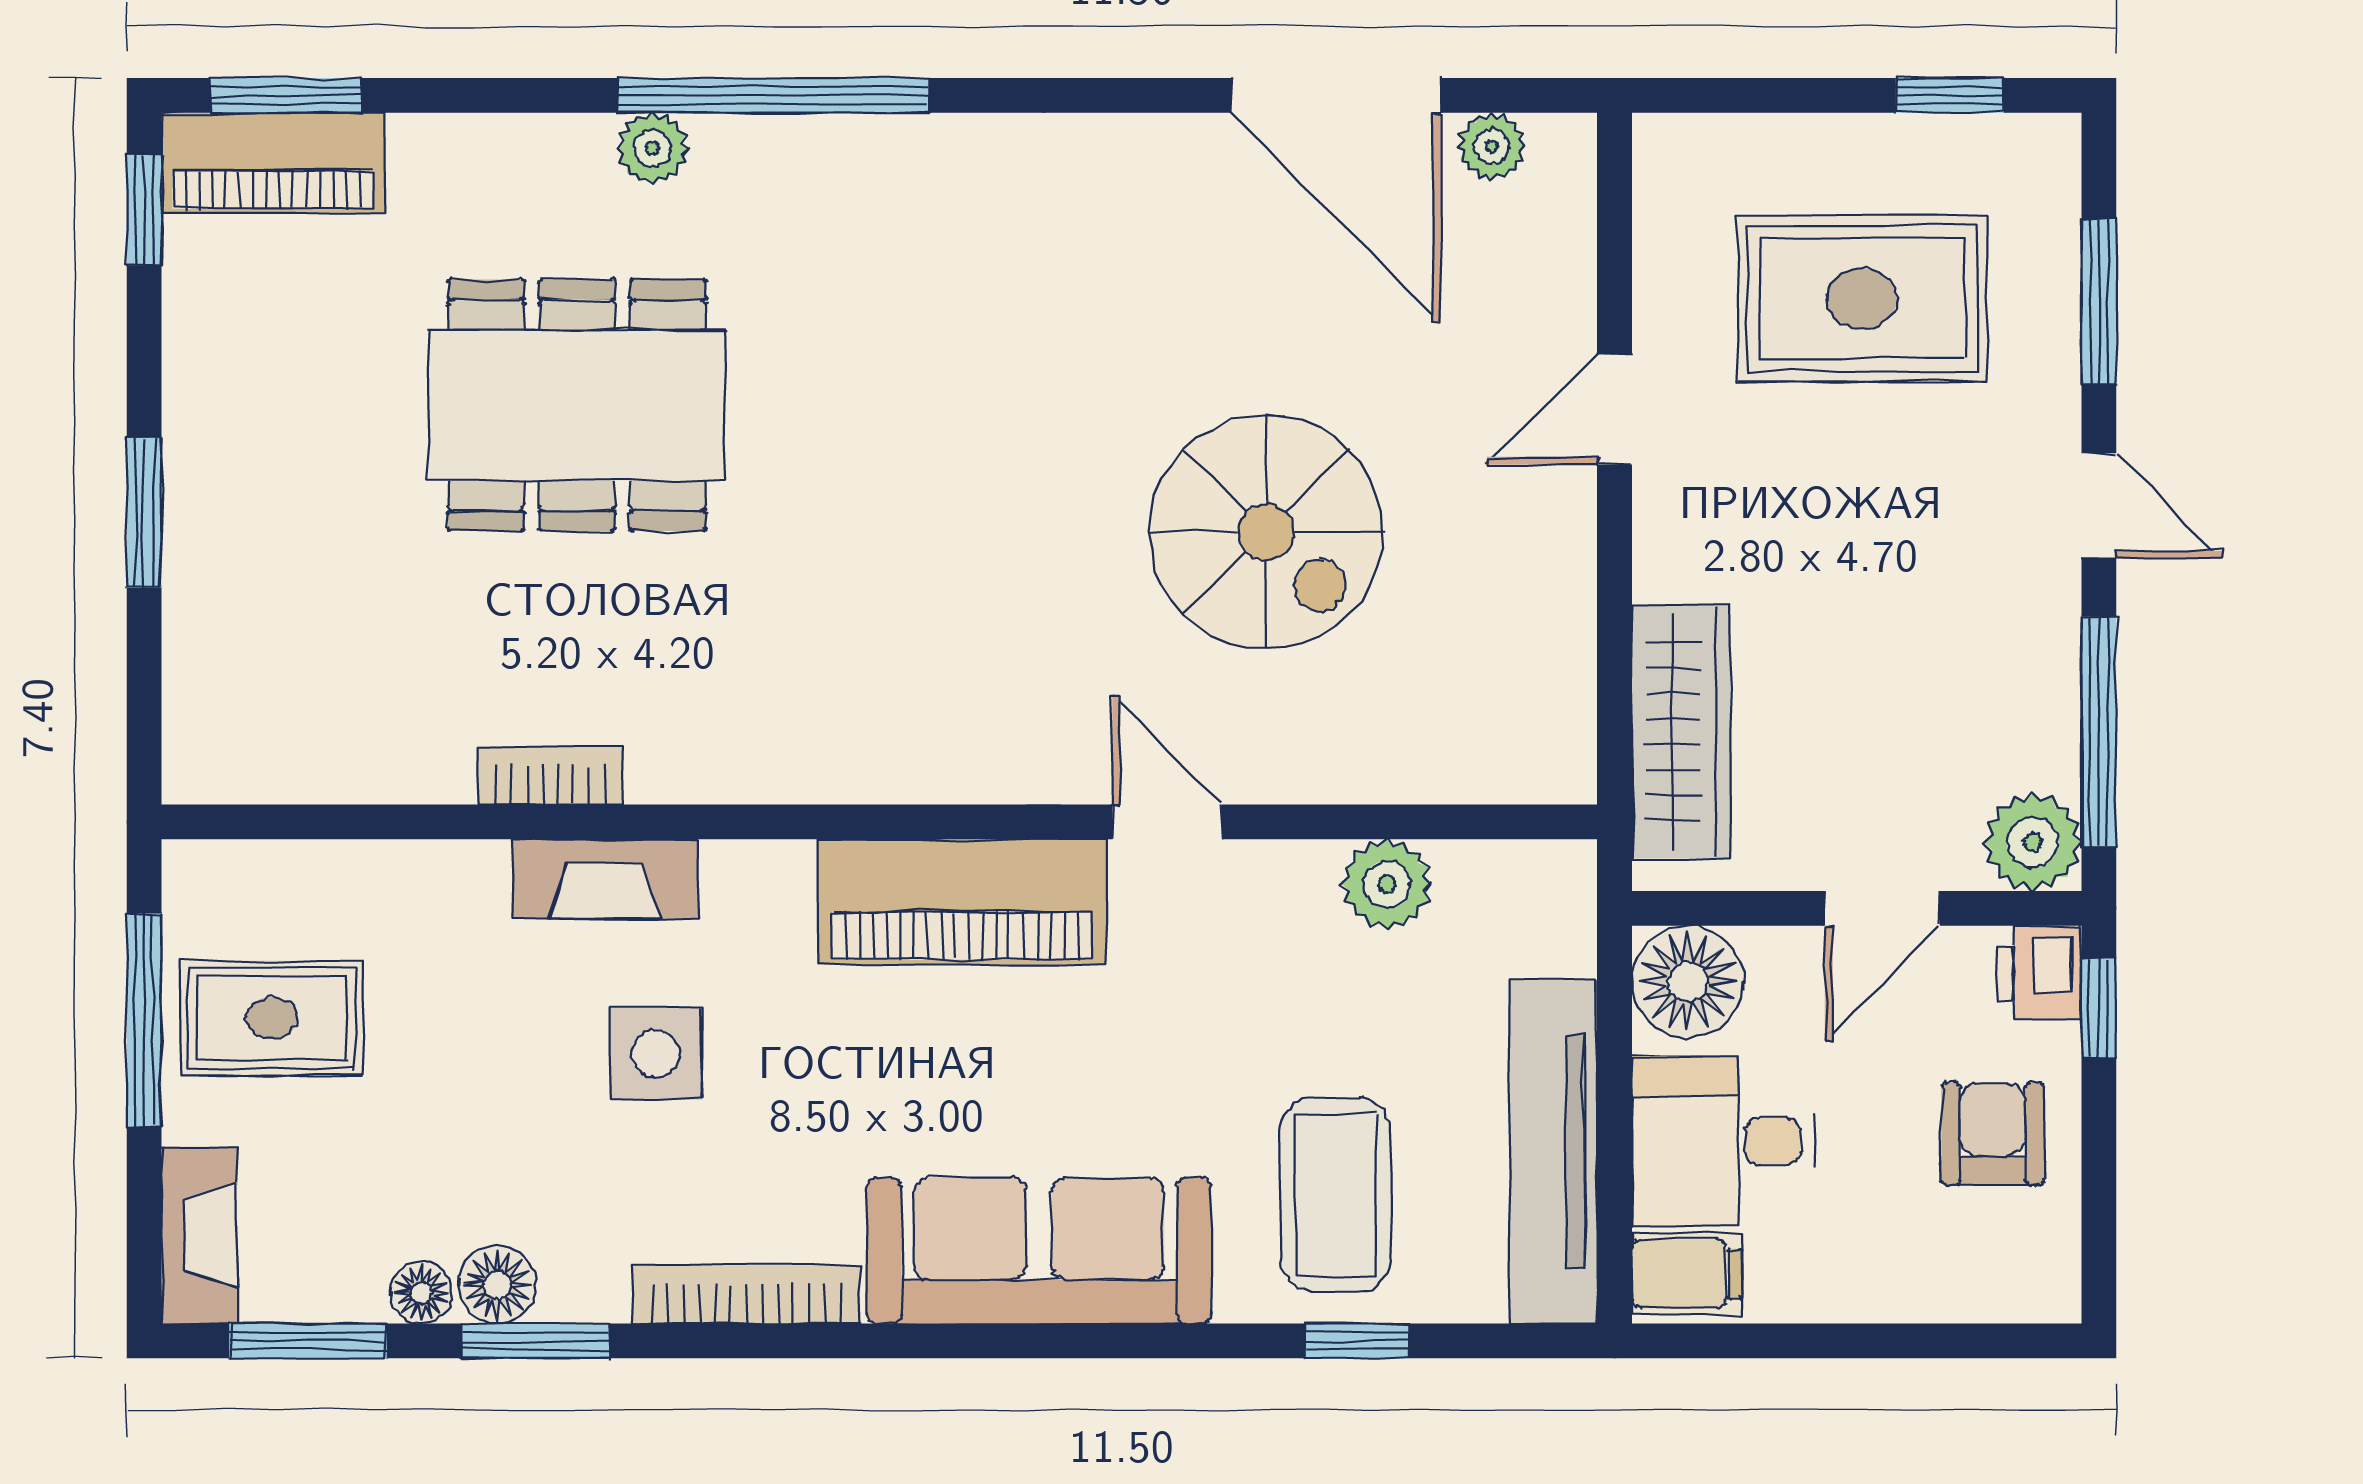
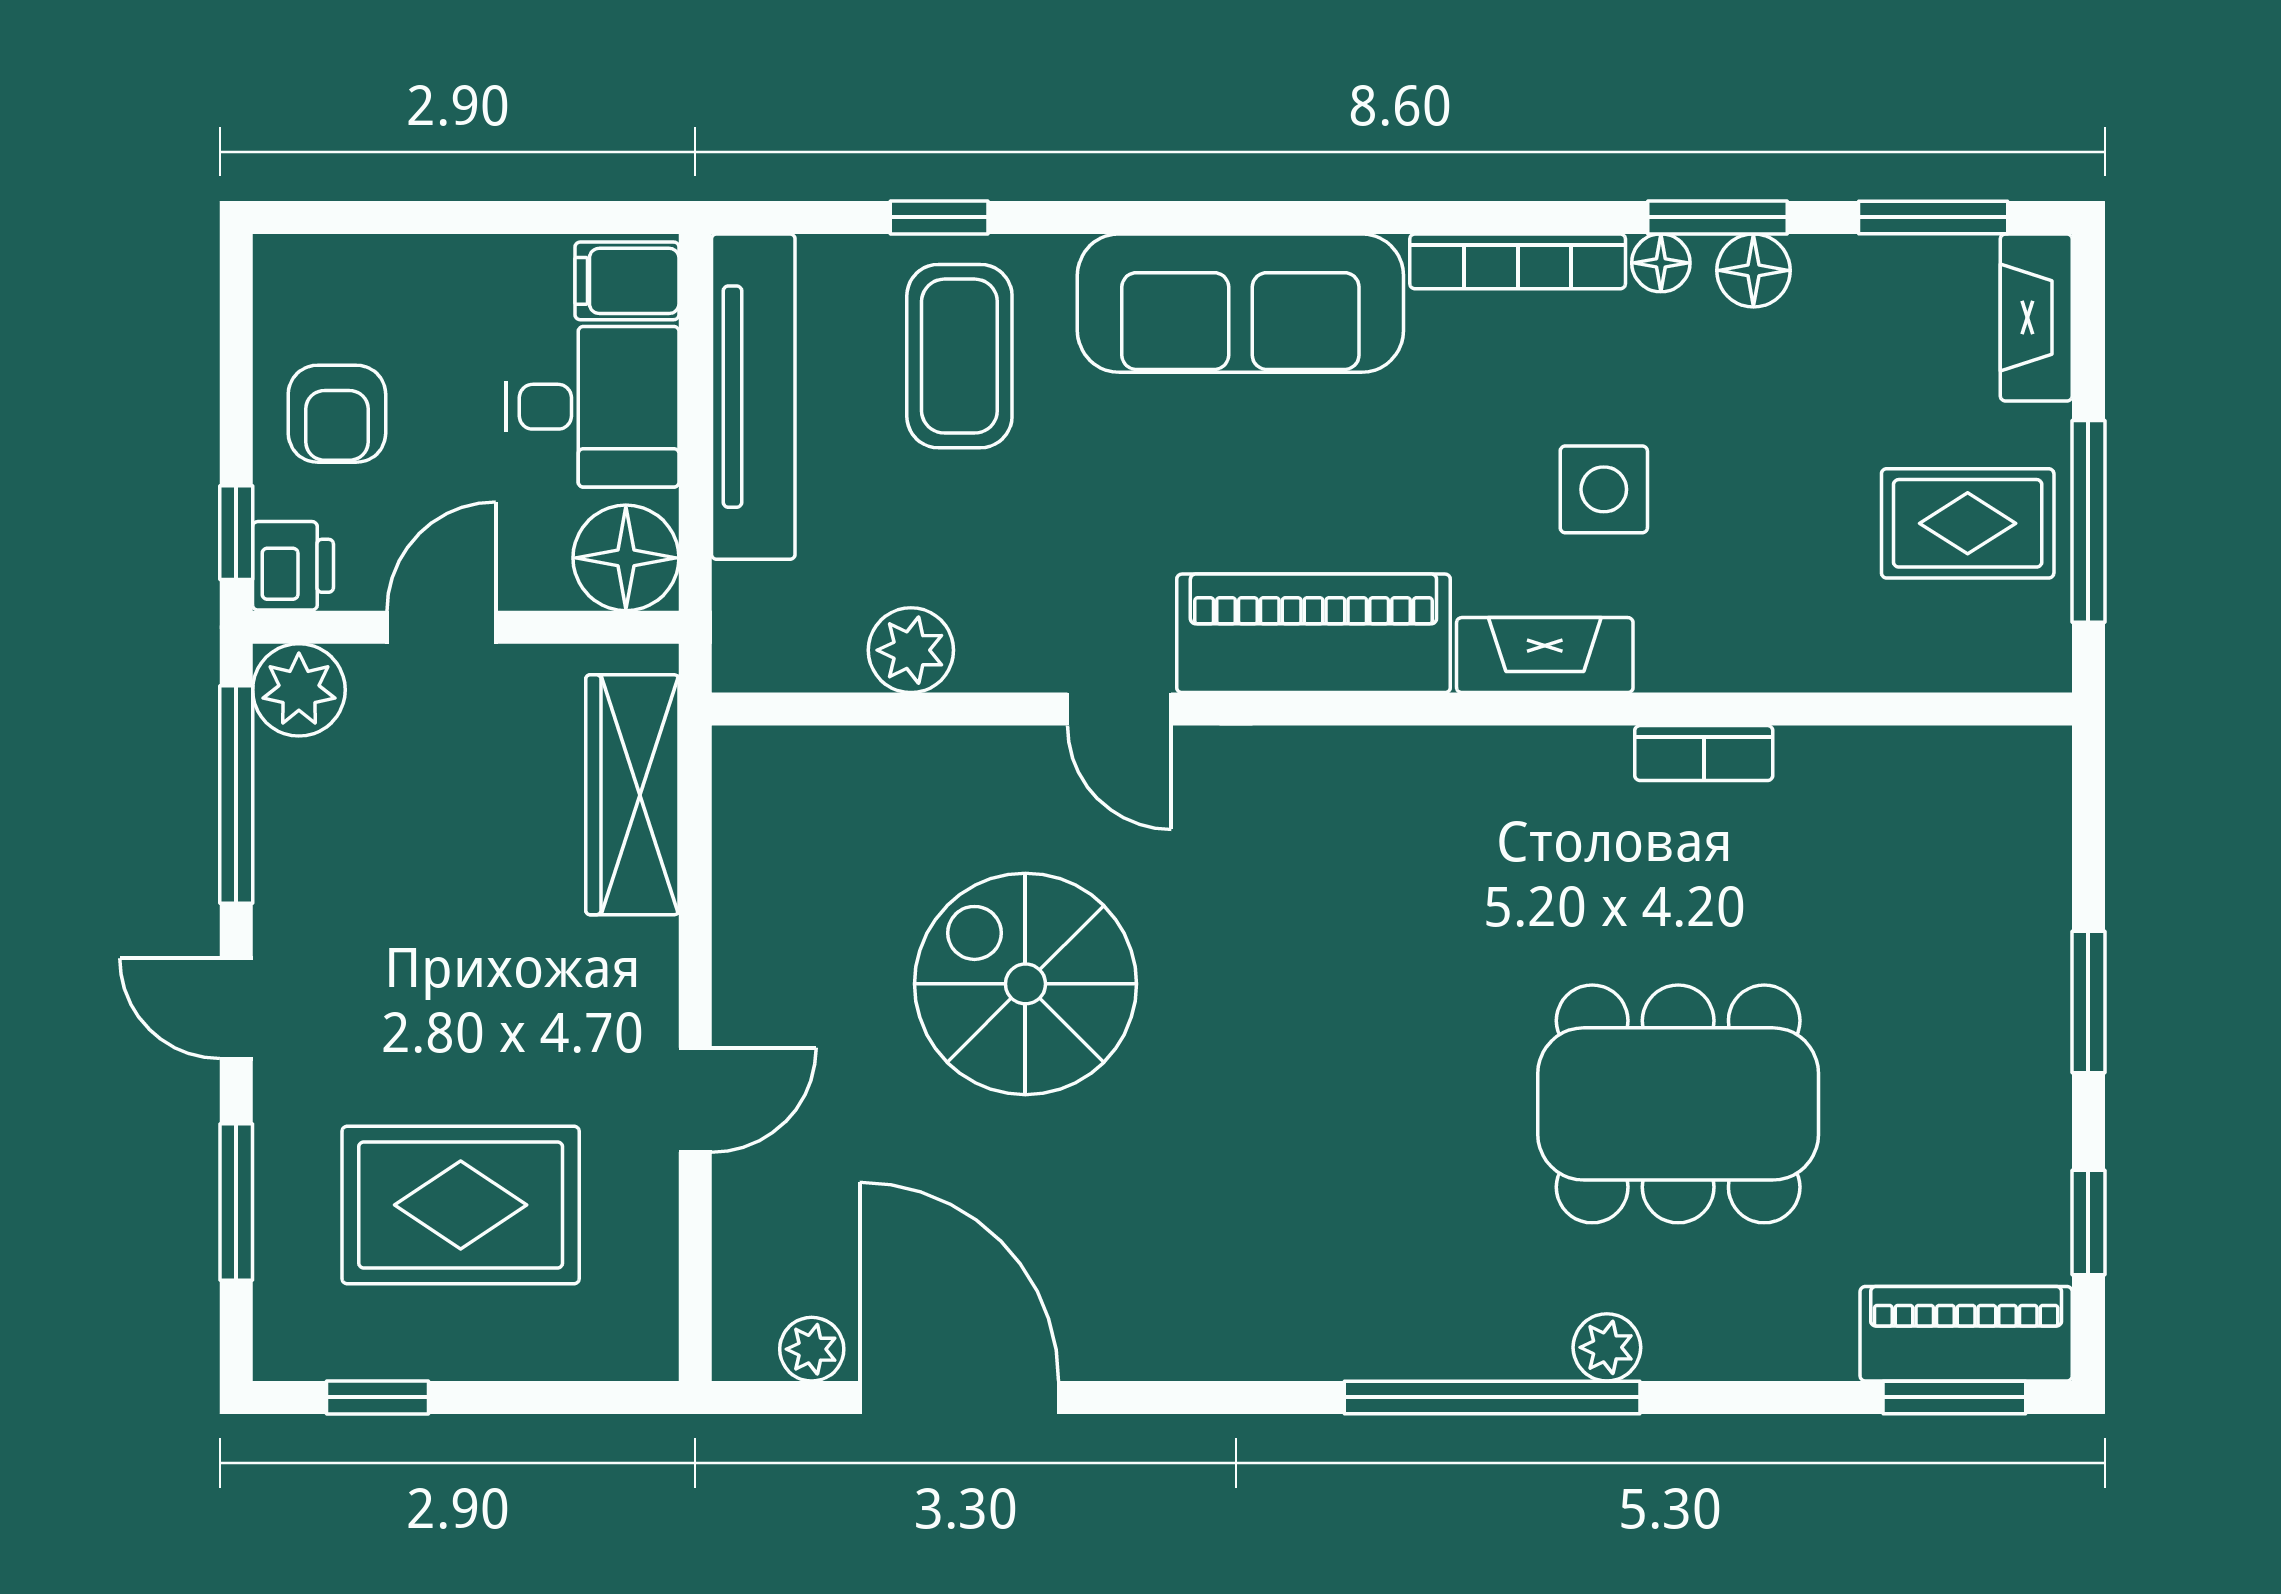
window: (144, 210) -> (2088, 1223), moved
fireplace: (605, 879) -> (1545, 655), moved
floor lamp: (421, 1293) -> (1661, 263), moved

